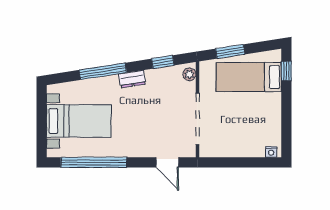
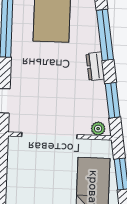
window: (163, 62) -> (113, 100), width x1.50

